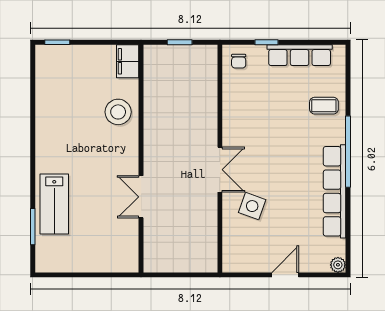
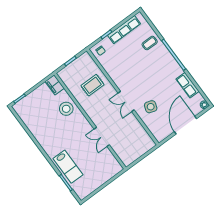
rug: (186, 105) -> (93, 85), added
double door: (220, 170) -> (126, 102), swing flipped
row of seats: (335, 191) -> (188, 85), width x0.50
door: (285, 275) -> (185, 125), width x1.87

